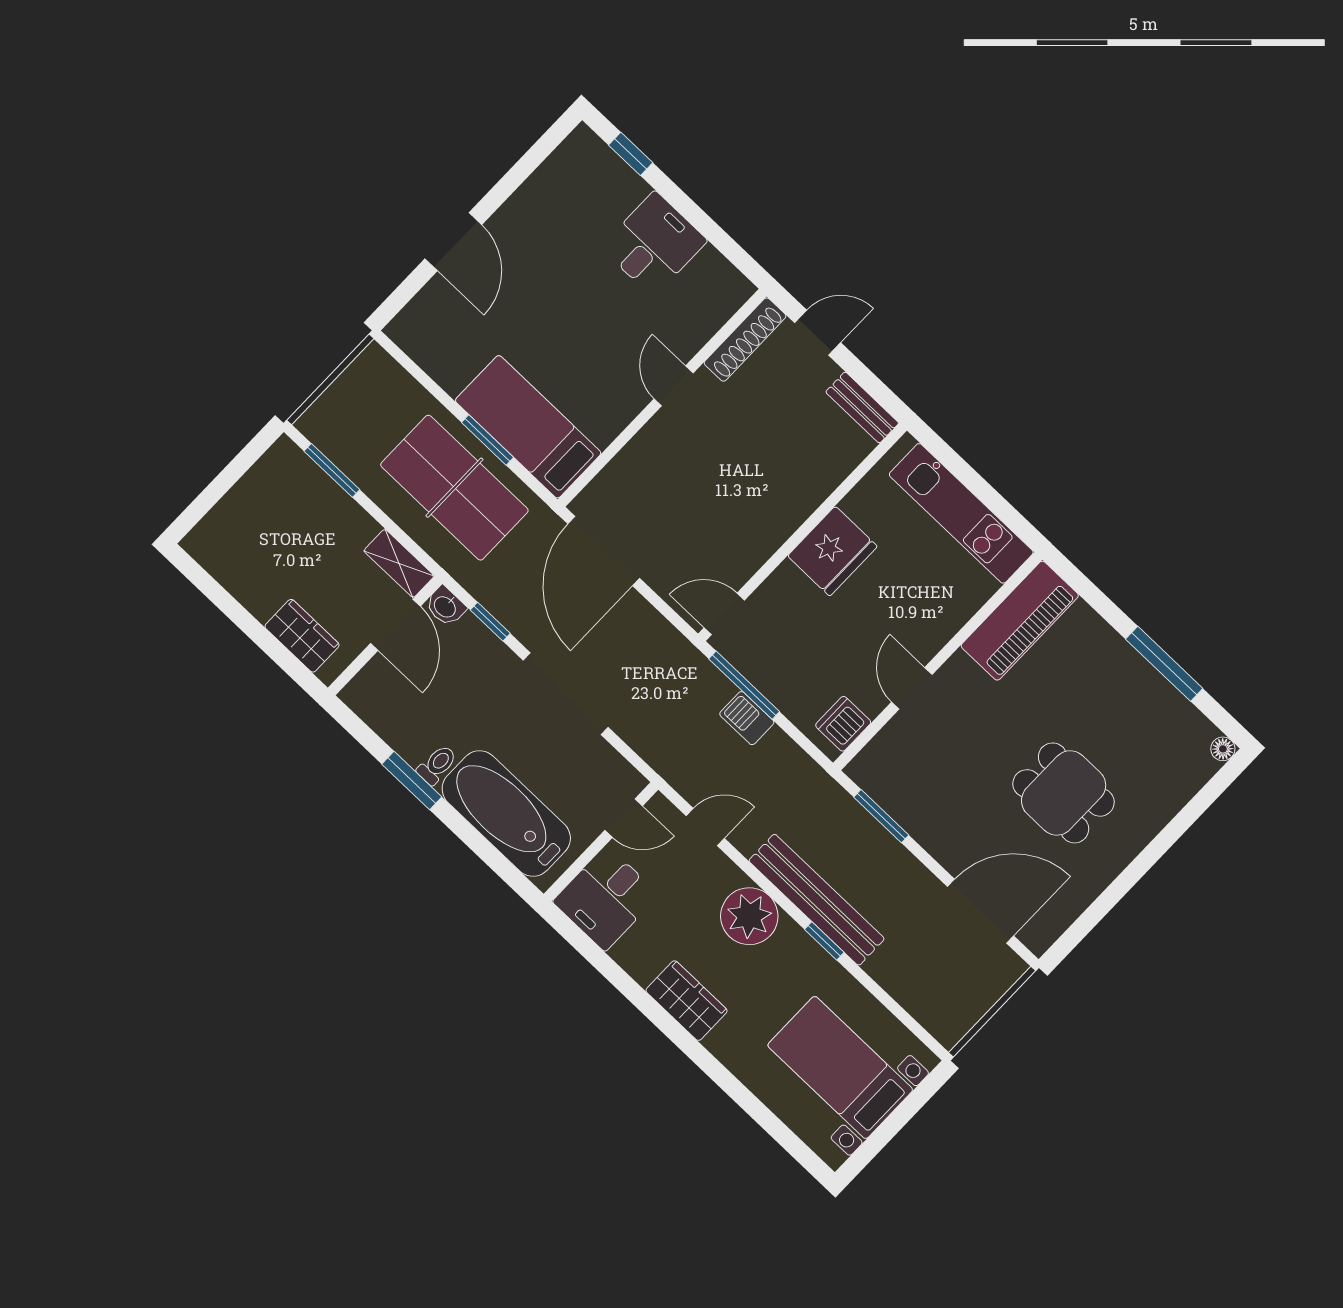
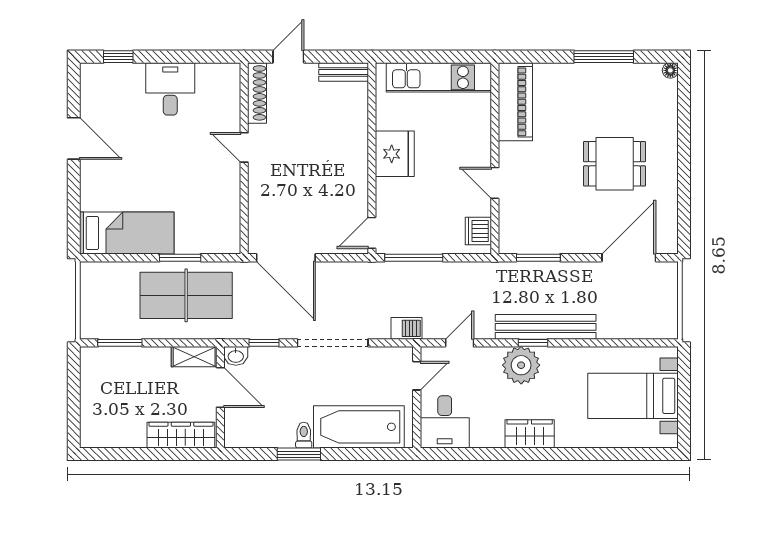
door: (453, 242) -> (74, 138), moved
bed: (528, 427) -> (127, 233), moved, turned 180
wardrobe: (302, 636) -> (181, 435), width x1.50
barbecue: (747, 718) -> (407, 328), moved, turned 180
window: (824, 941) -> (533, 343), moved

